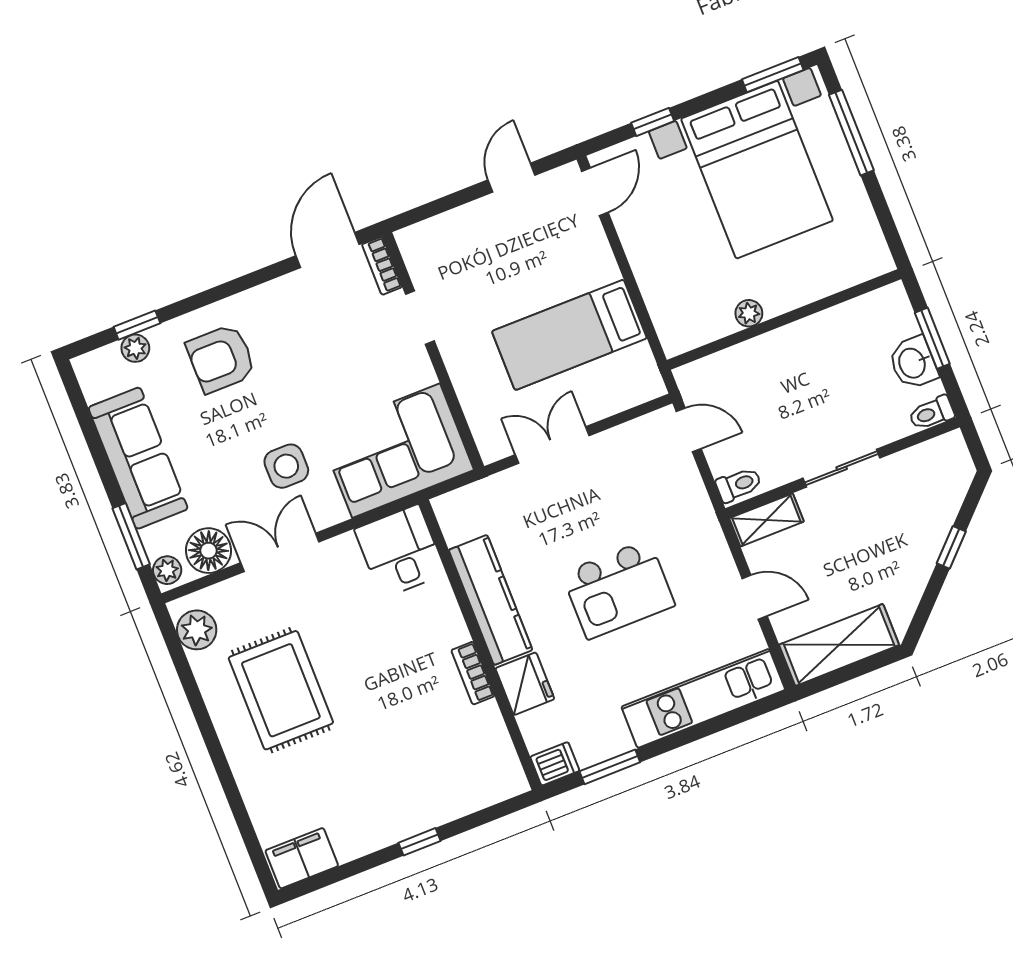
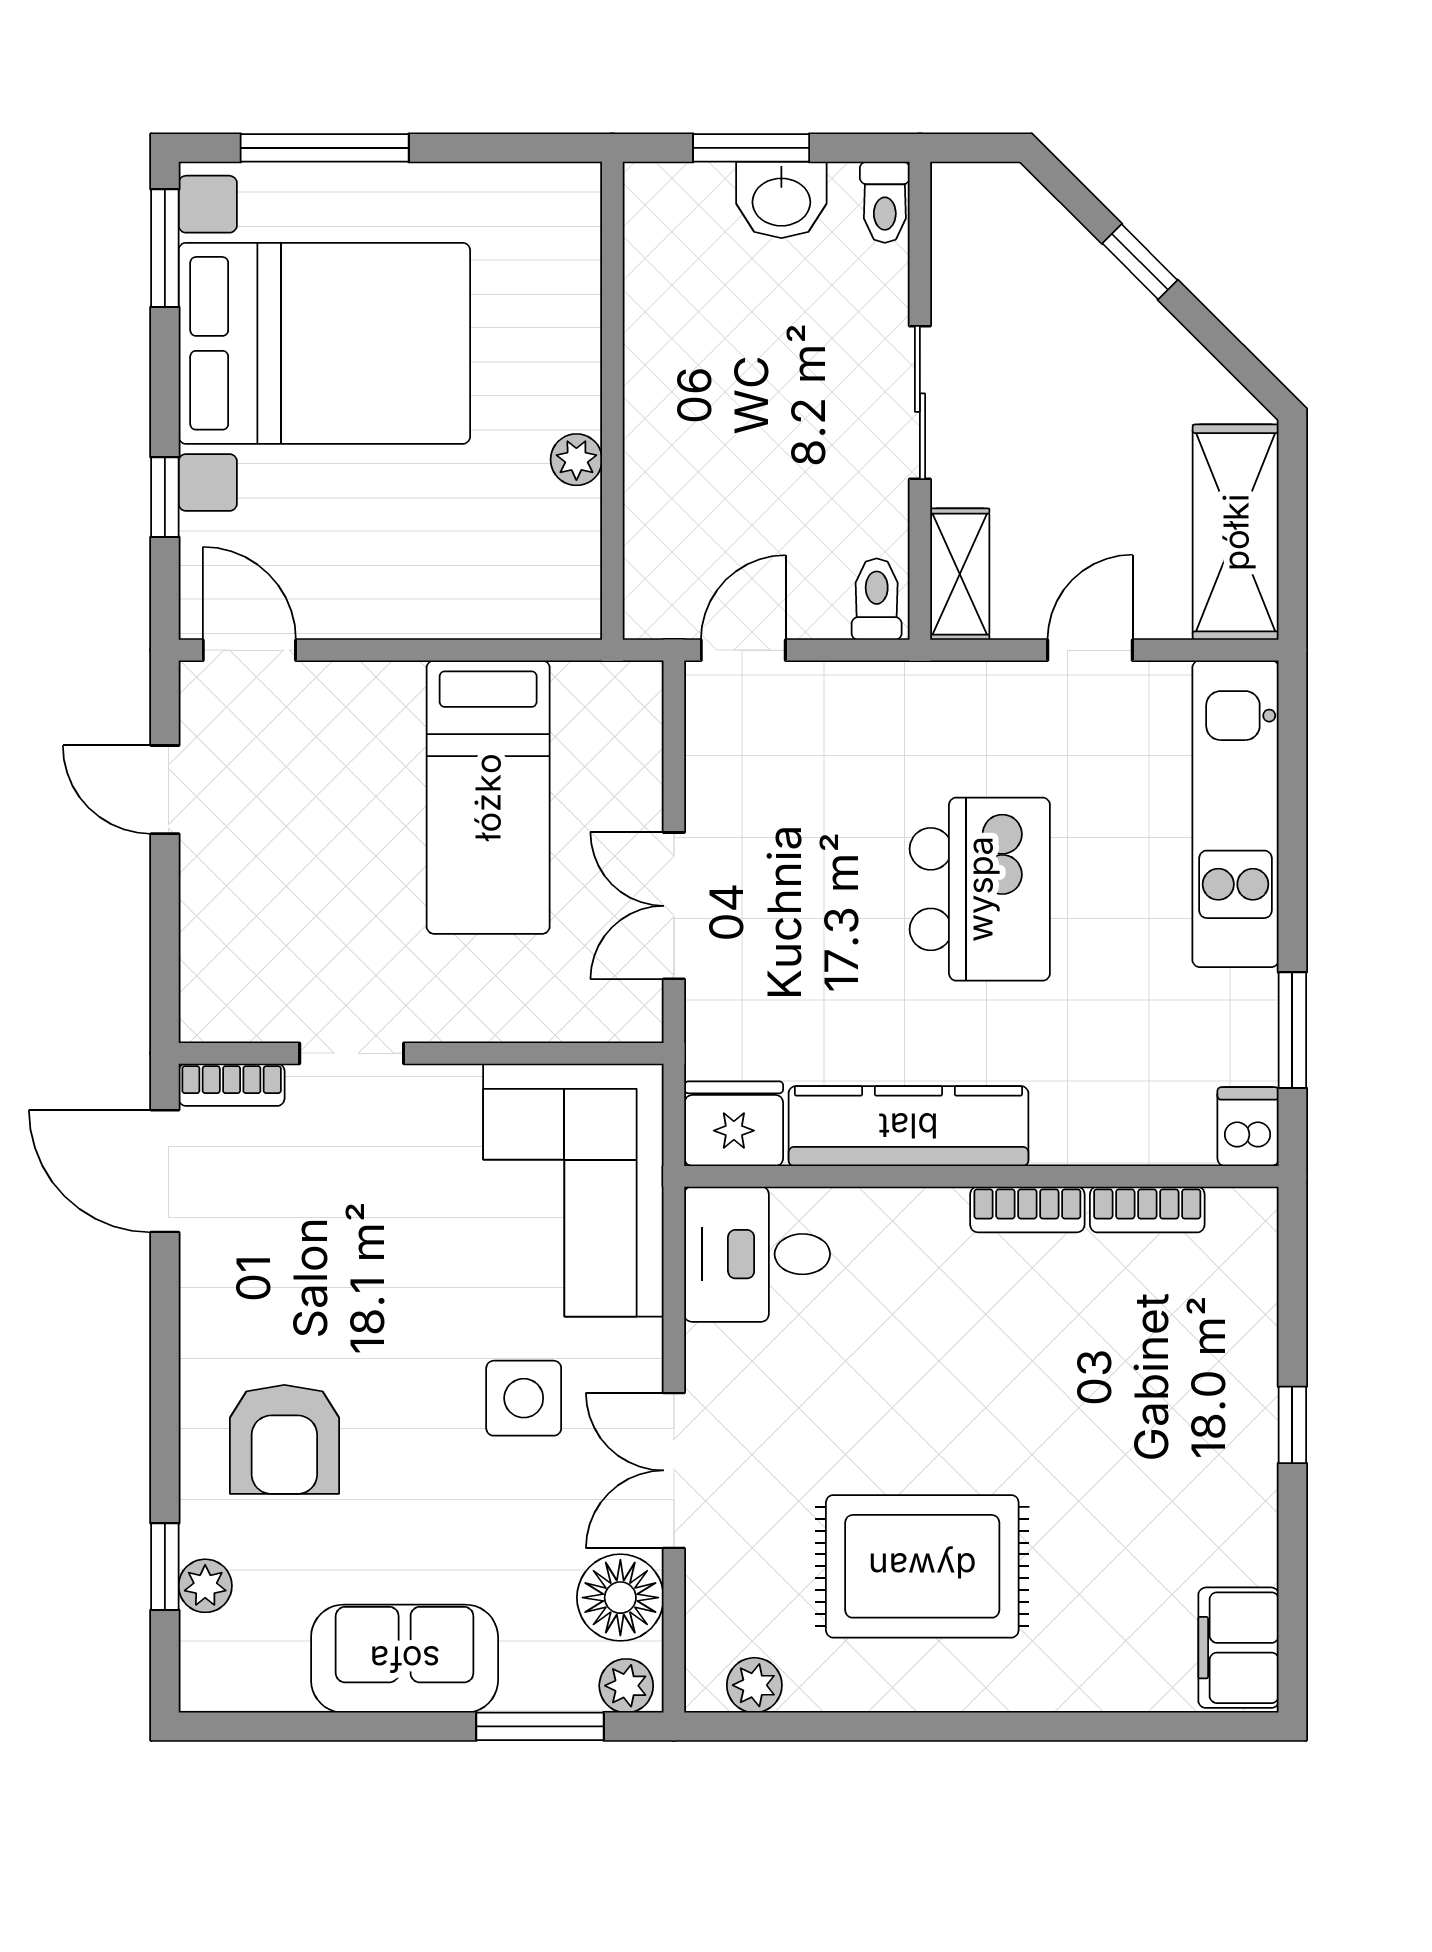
sofa: (138, 458) -> (405, 1659), width x0.73
plant: (197, 630) -> (754, 1685), width x0.73, depth x0.73
fridge: (525, 684) -> (734, 1124), moved
bookcase: (496, 731) -> (1147, 1209), added

